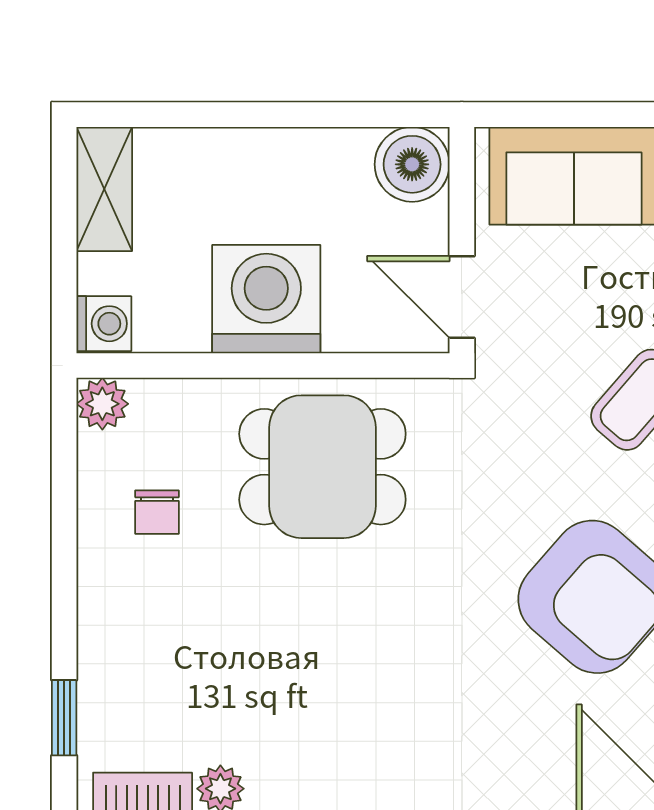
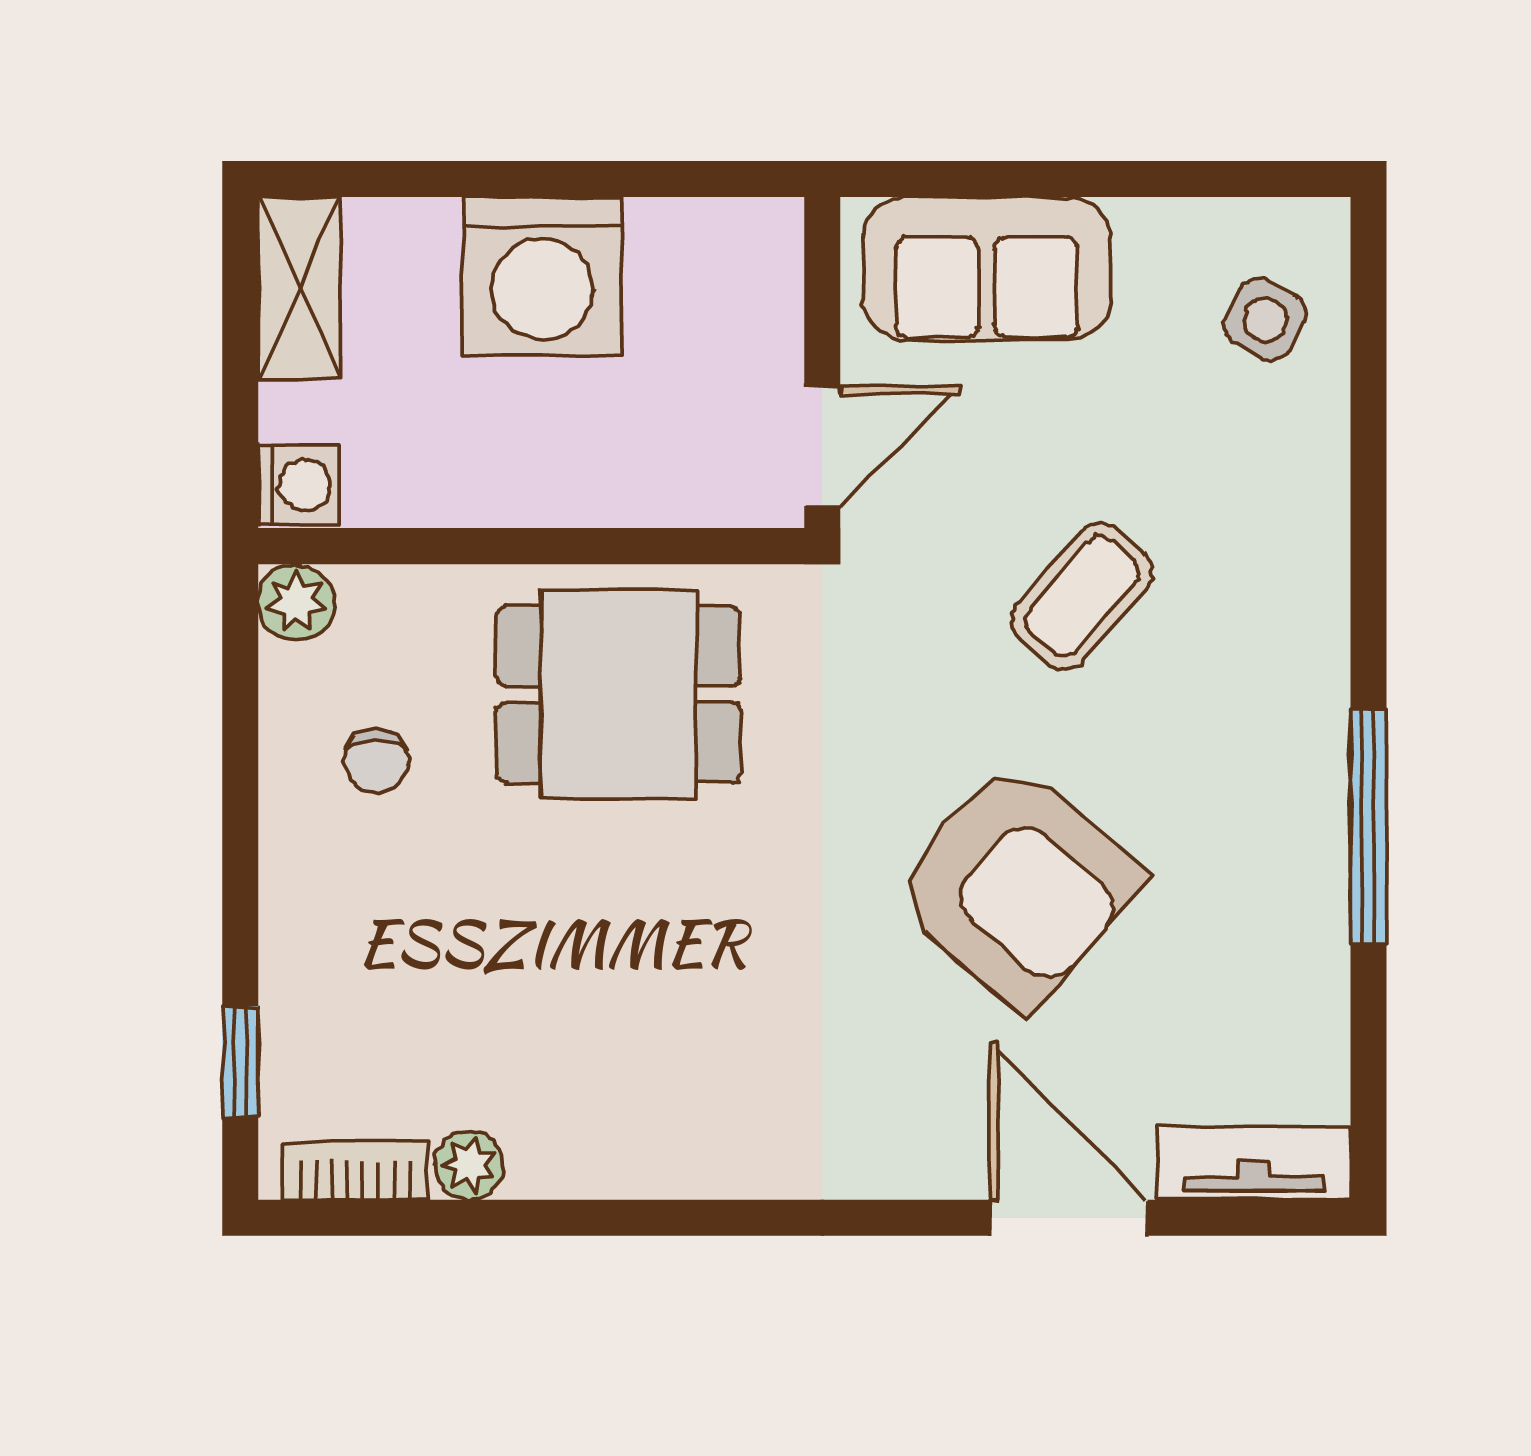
boiler: (412, 164) -> (750, 252), removed
door: (462, 297) -> (822, 446), swing flipped
washing machine: (266, 299) -> (542, 276), moved, turned 180

